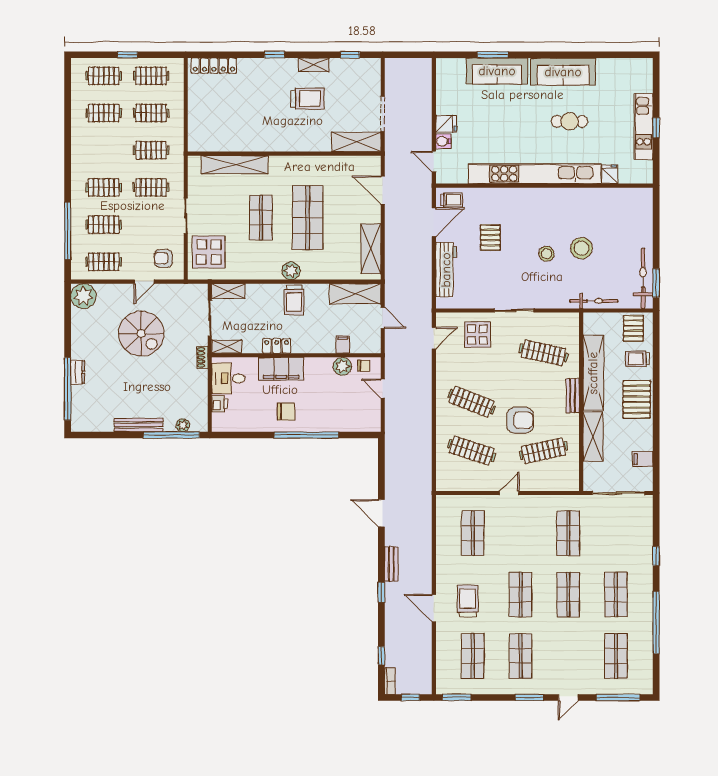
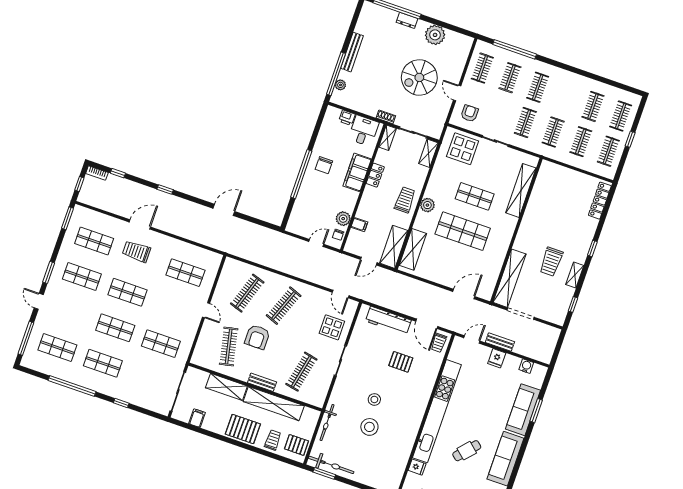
cafe table: (570, 121) -> (467, 451), turned 42
water cooler: (443, 141) -> (526, 366), moved
shelving: (356, 142) -> (509, 278), width x1.47
shelving: (371, 249) -> (413, 249), moved, turned 90
plant: (83, 296) -> (435, 35), moved
trolley: (294, 300) -> (405, 200), turned 90
bench: (391, 564) -> (500, 342), moved
trolley: (468, 601) -> (136, 251), turned 180

